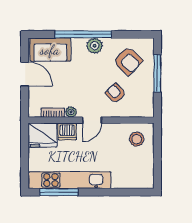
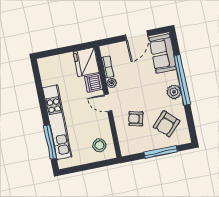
armchair: (115, 93) -> (136, 119), turned -123
kitchen unit: (70, 180) -> (57, 122), moved
window: (59, 192) -> (50, 142), moved

